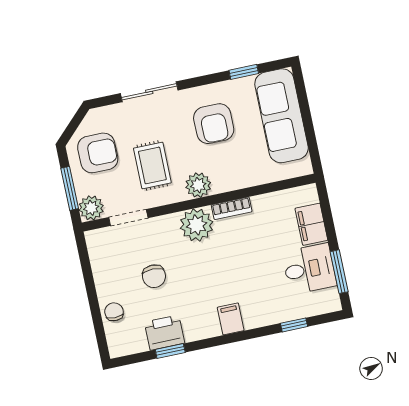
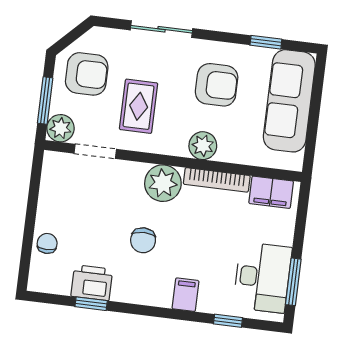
armchair: (214, 124) -> (217, 85), turned -90
plant: (198, 185) -> (203, 146), moved
bookcase: (232, 208) -> (217, 180), width x1.56
filing cabinet: (311, 224) -> (271, 192), moved, turned -90
desk: (309, 269) -> (263, 277), width x1.37
chair: (154, 276) -> (143, 240), moved
filing cabinet: (231, 319) -> (185, 295), moved

